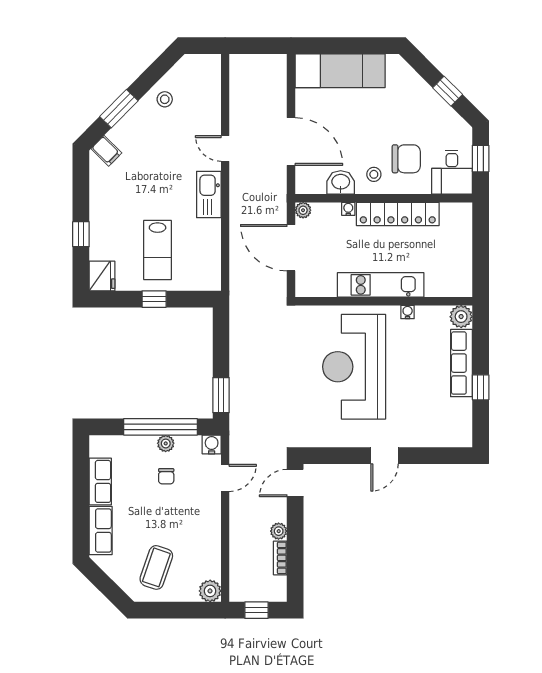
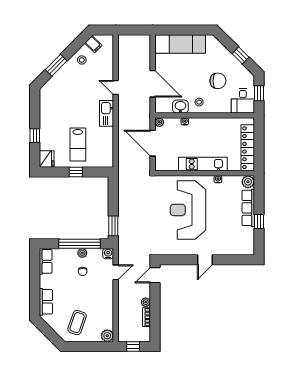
filing cabinet: (106, 151) -> (93, 44), moved
chair: (406, 159) -> (218, 81), moved
locker: (398, 214) -> (248, 148), moved, turned 90
row of seats: (100, 481) -> (46, 261), moved

